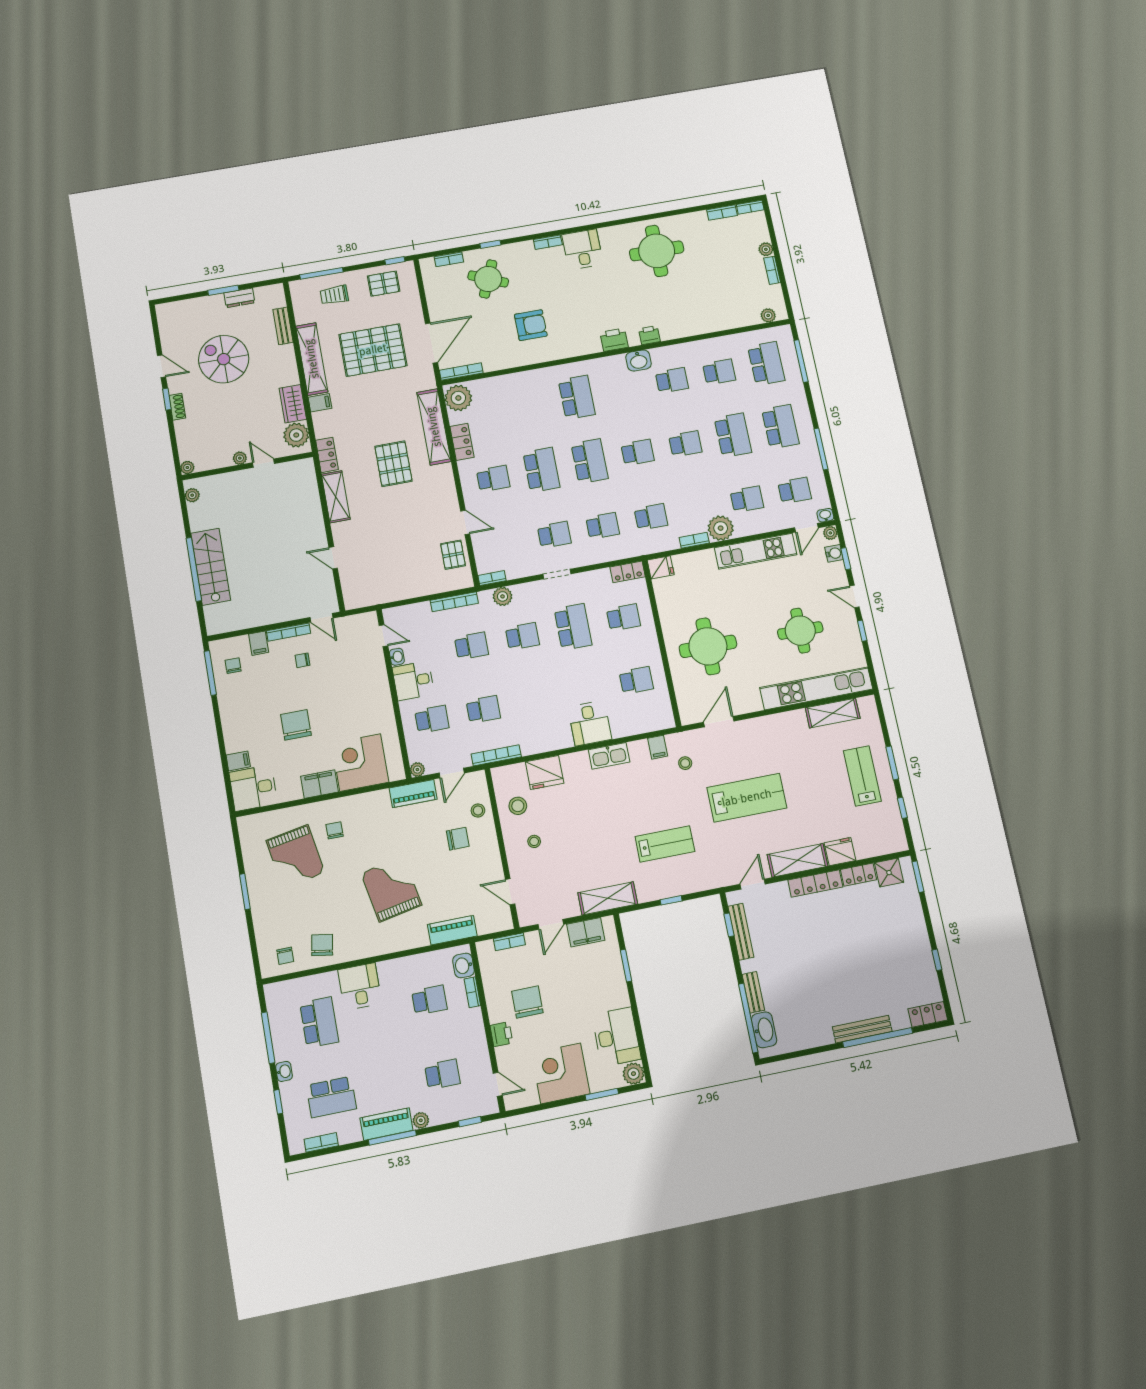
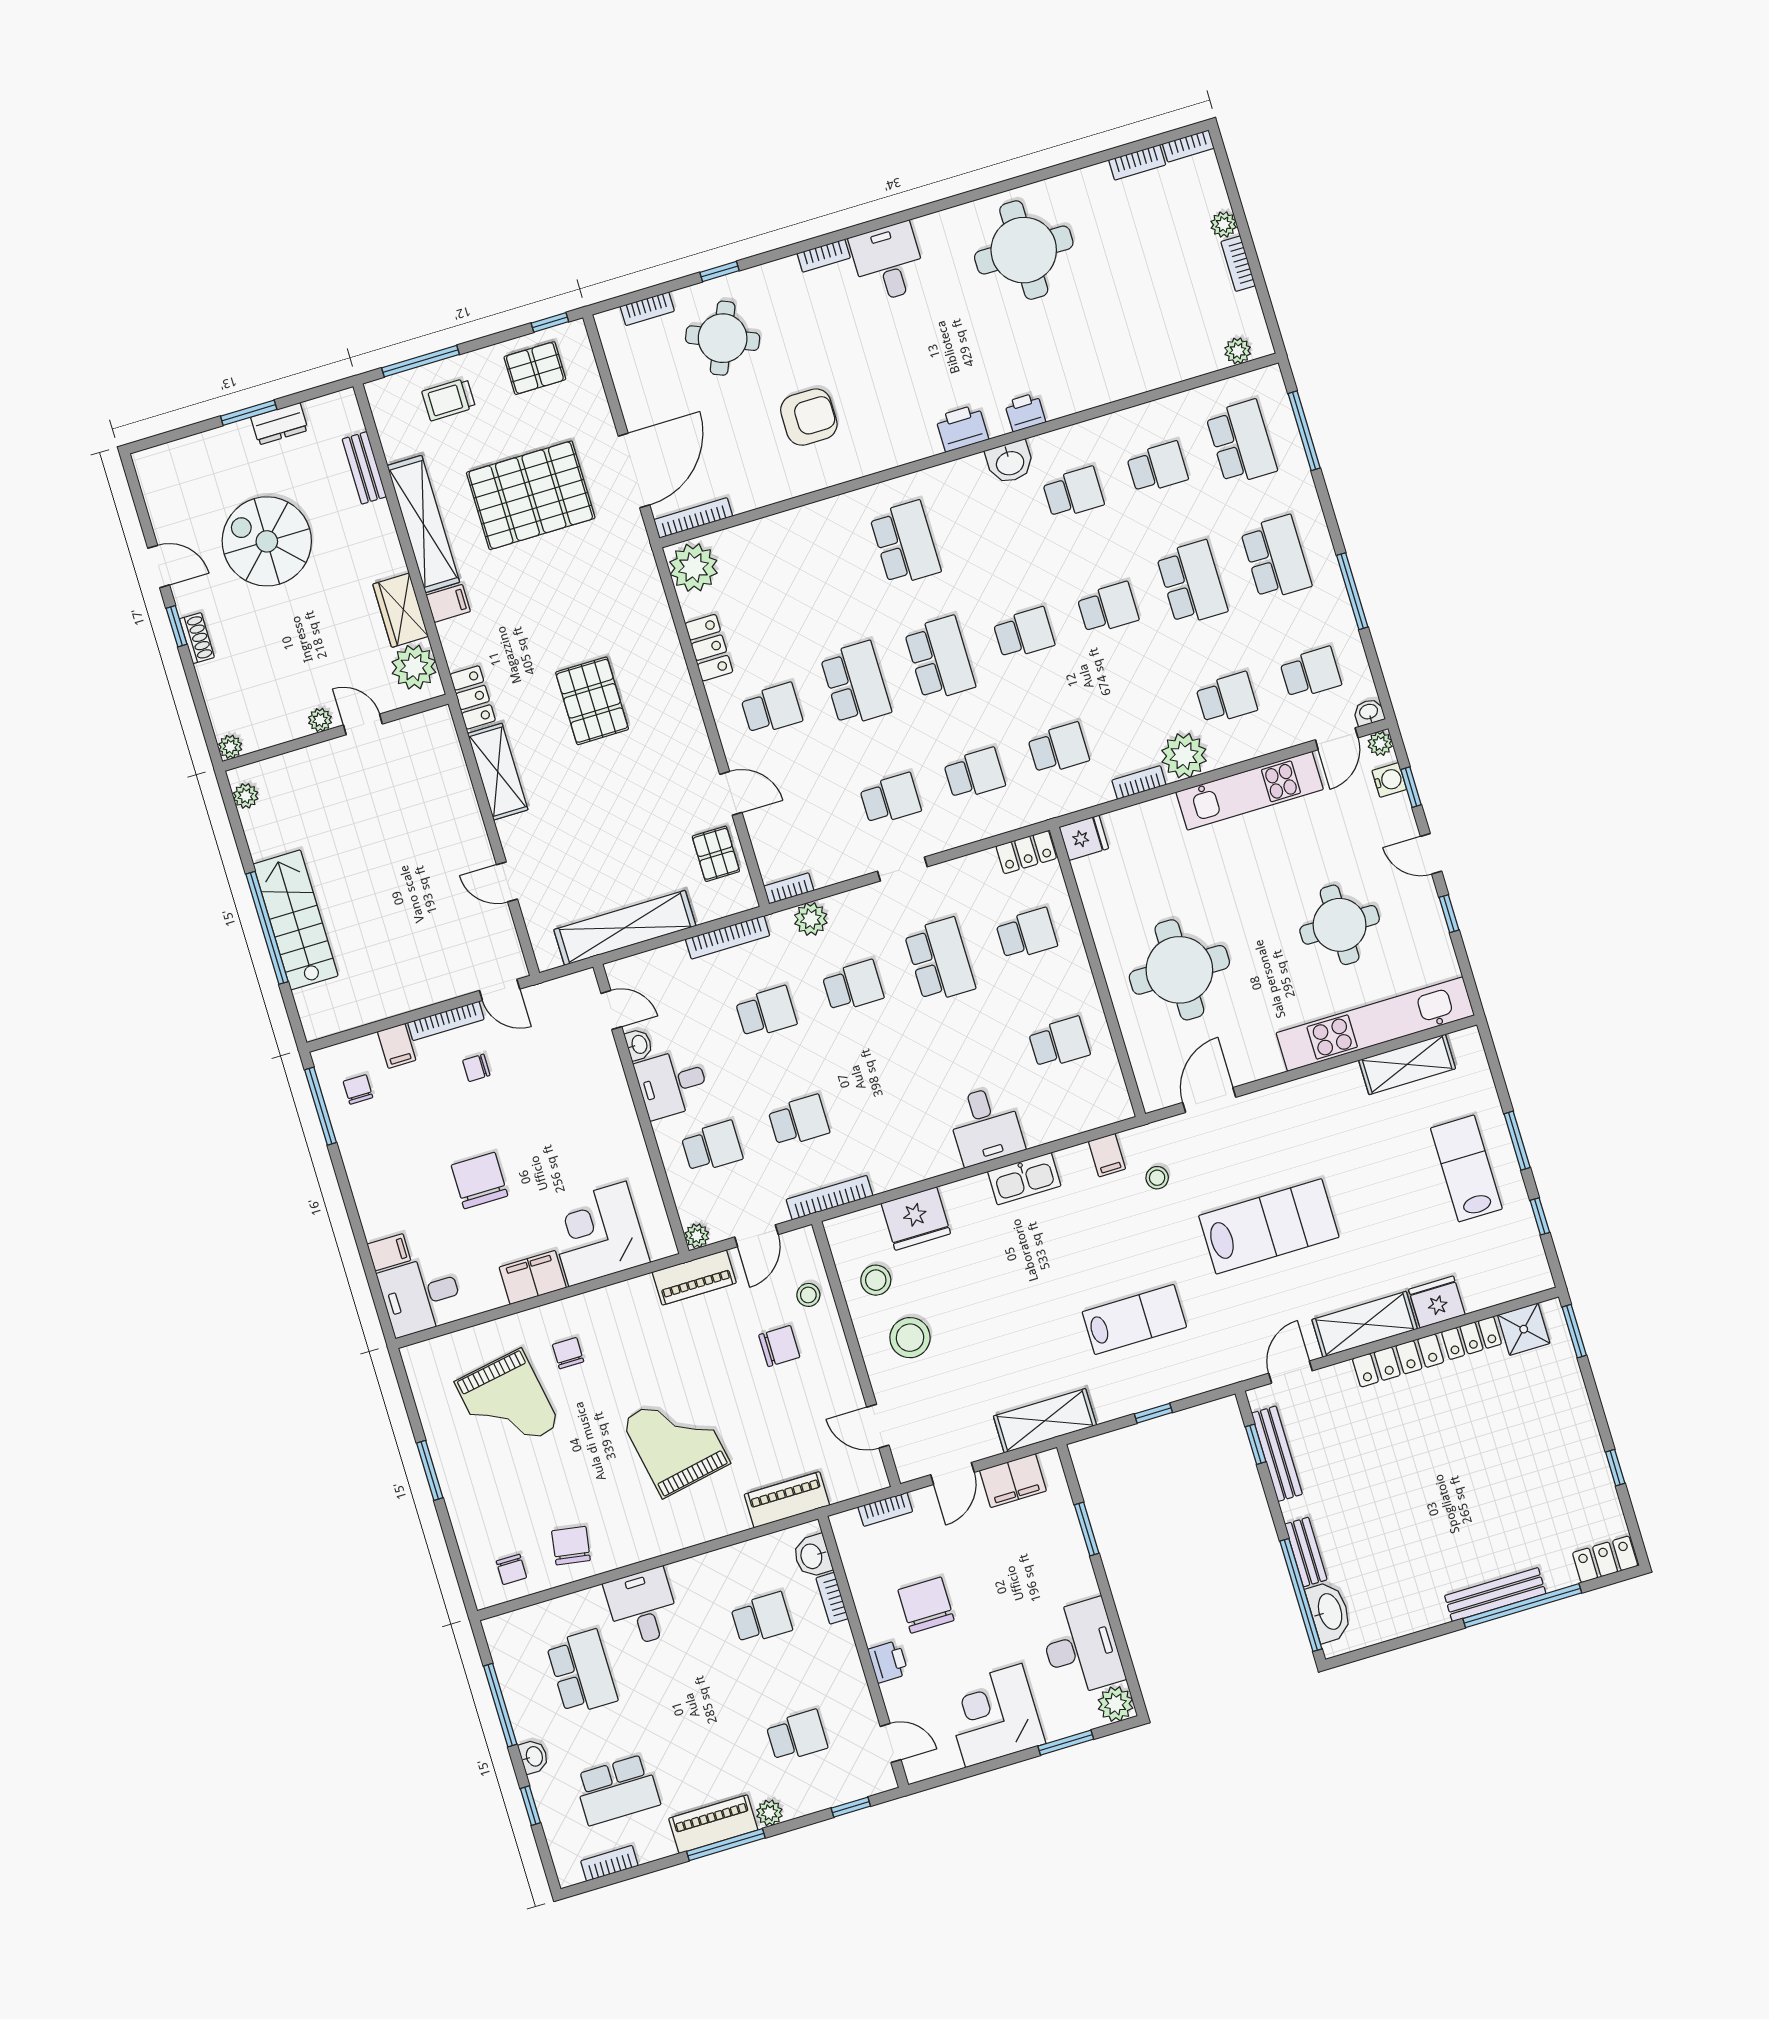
shelving: (434, 427) -> (625, 928), moved, turned 90
stool: (534, 841) -> (910, 1338), width x1.89, depth x1.89

